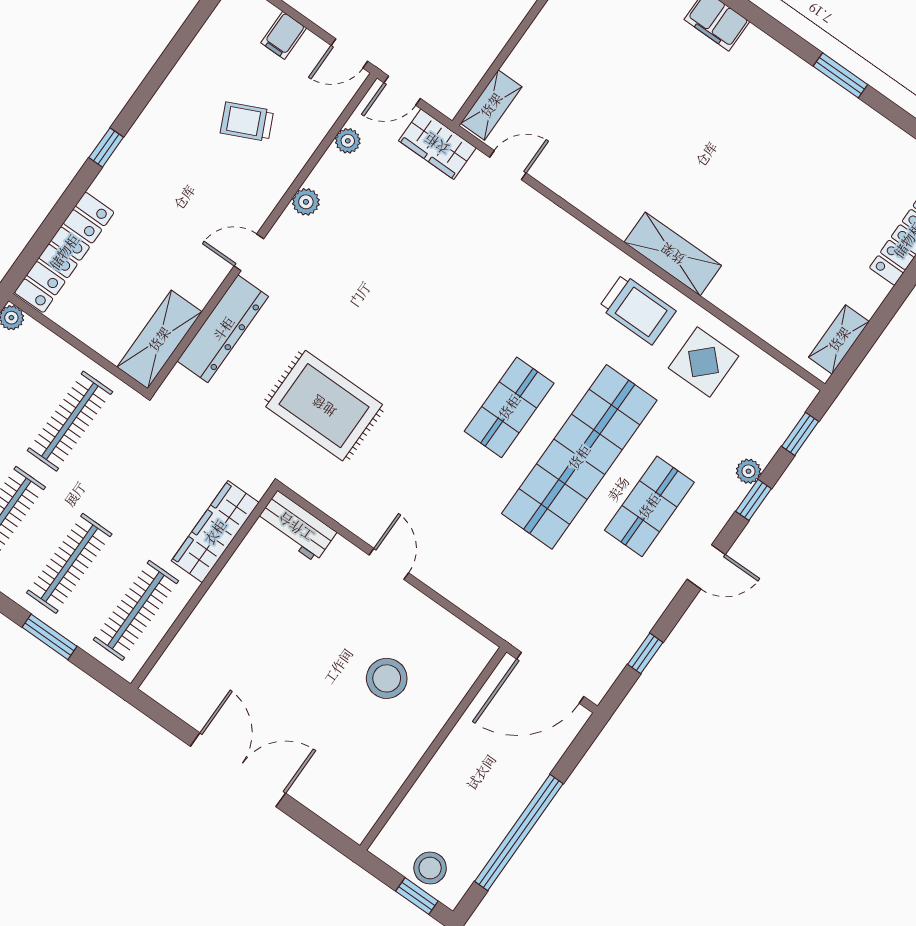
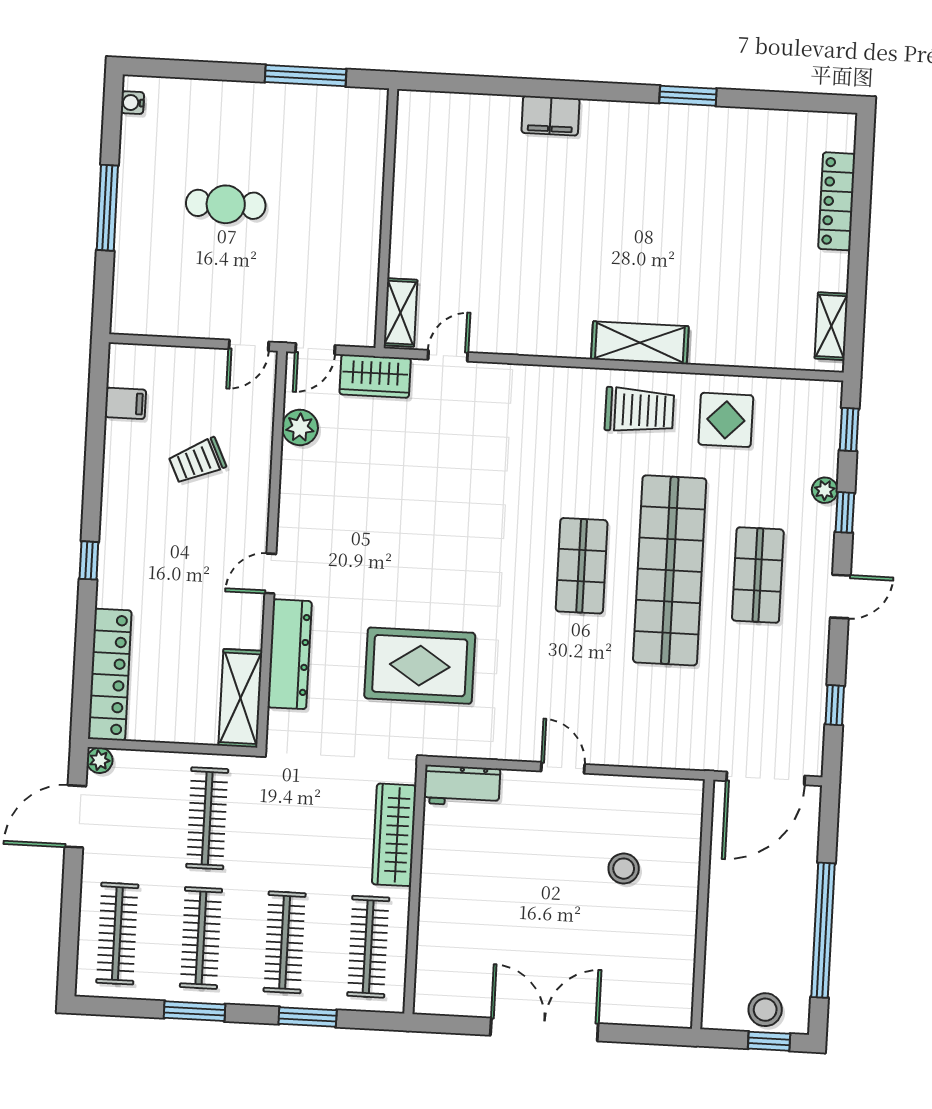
filing cabinet: (284, 35) -> (125, 403), moved, turned -90
plant: (348, 141) -> (300, 427), width x1.38, depth x1.38
plant: (306, 202) -> (292, 498), removed
stool: (387, 678) -> (624, 869), width x0.73, depth x0.73

